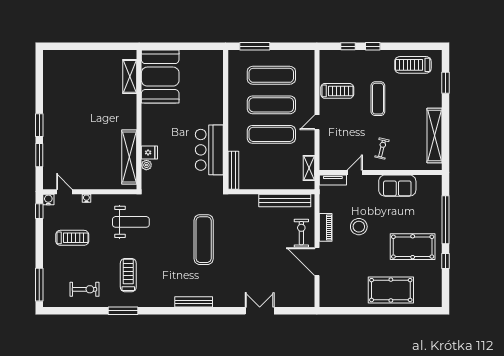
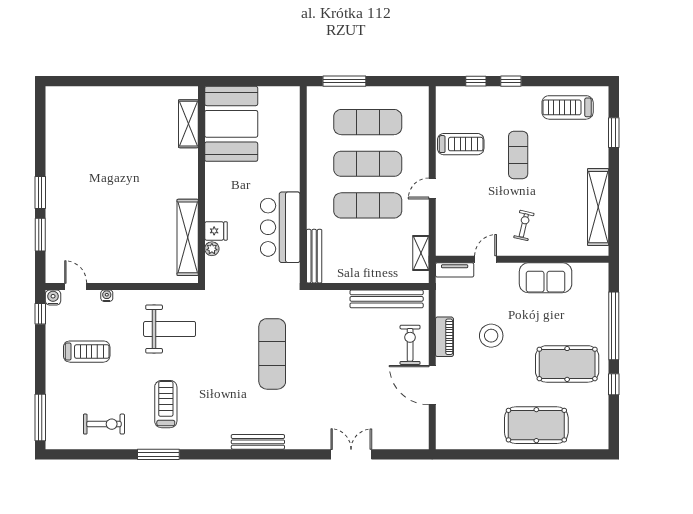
shelving: (130, 76) -> (188, 124), moved
booth: (160, 77) -> (231, 124), moved
wall: (139, 120) -> (201, 185), moved
fridge: (149, 152) -> (216, 231), moved
shelving: (129, 157) -> (188, 237), moved
plant: (146, 165) -> (212, 249), moved

